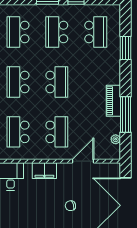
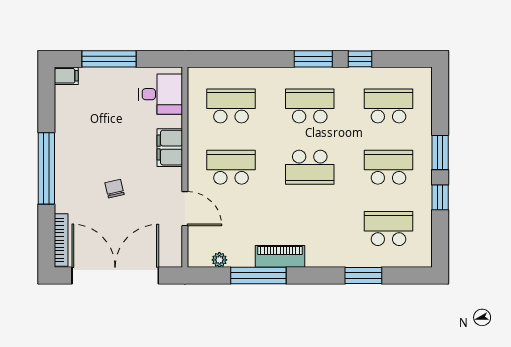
school desk: (96, 32) -> (388, 229), turned 180
school desk: (57, 132) -> (231, 167), turned 180

